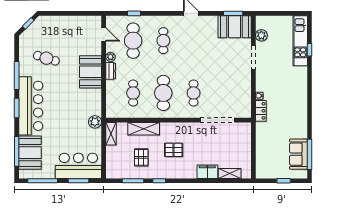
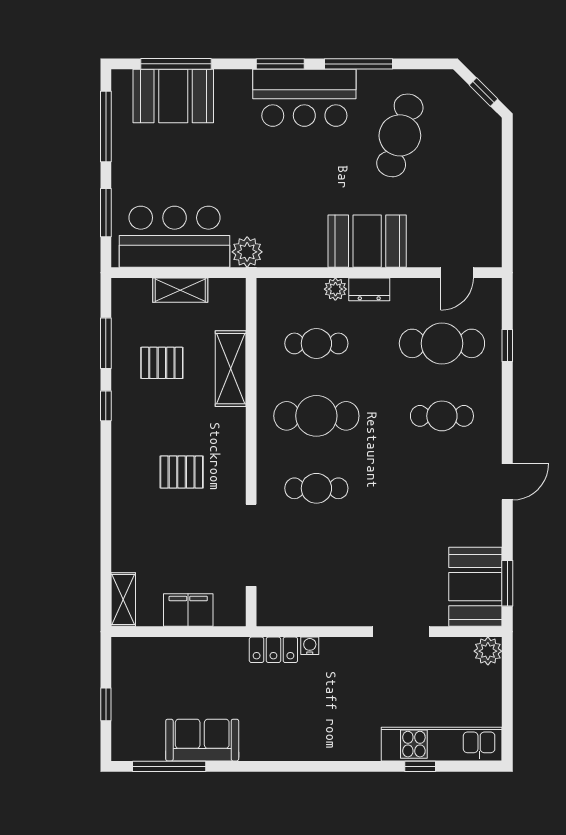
plant: (261, 35) -> (488, 651), moved
plant: (110, 57) -> (335, 289), moved
cafe table: (46, 58) -> (400, 135), width x1.37, depth x1.35
bar counter: (31, 106) -> (304, 98), width x0.73
shelving: (111, 134) -> (180, 290), moved
pallet: (174, 150) -> (182, 472), moved, turned 90
sofa: (298, 154) -> (202, 740), moved
bar counter: (78, 166) -> (175, 237), moved, turned -90
filing cabinet: (207, 172) -> (188, 610), moved, turned -90
shelving: (230, 174) -> (123, 599), moved

